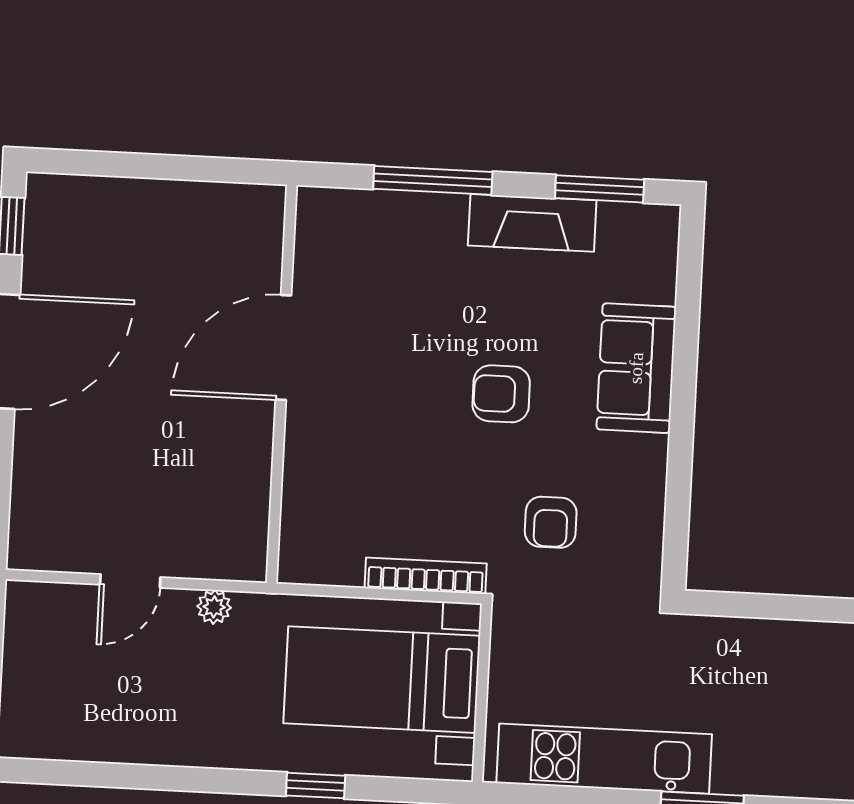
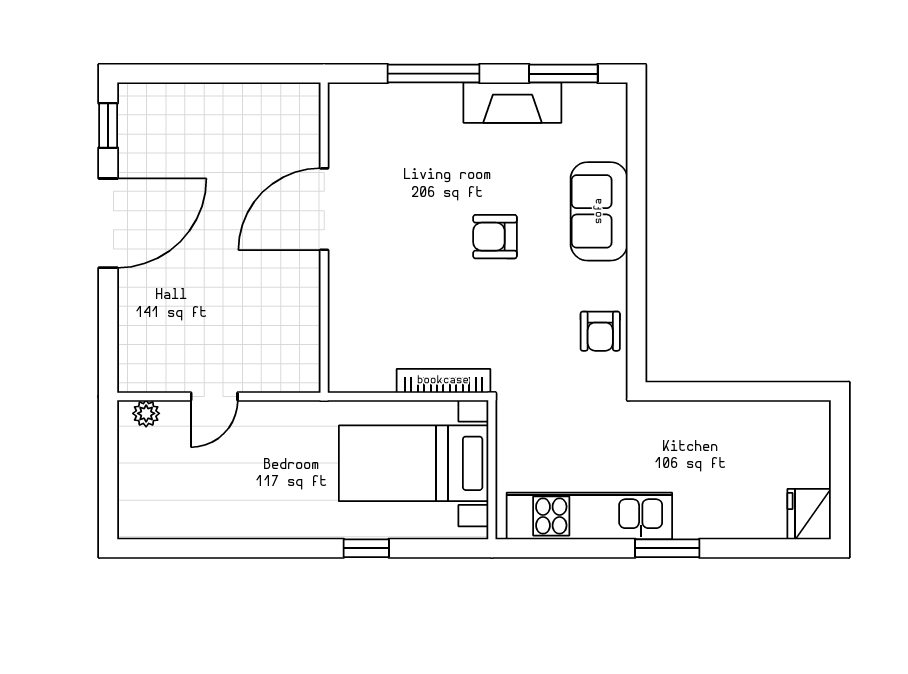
armchair: (551, 522) -> (600, 331), moved
plant: (214, 607) -> (146, 413), moved

